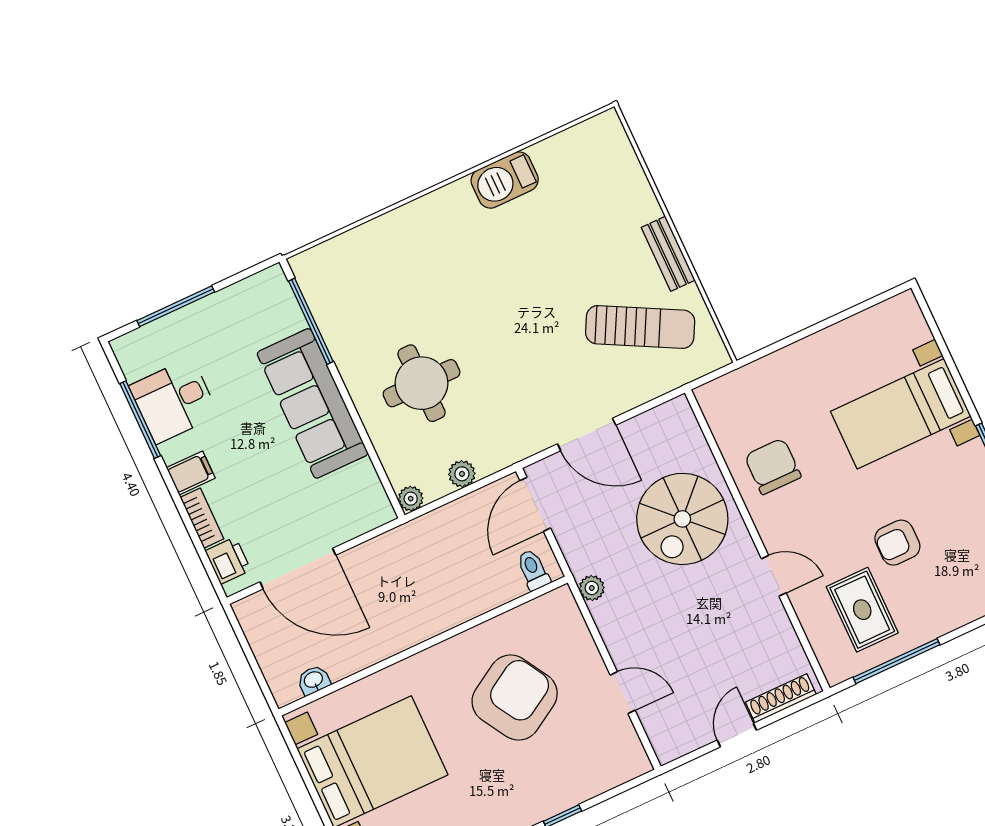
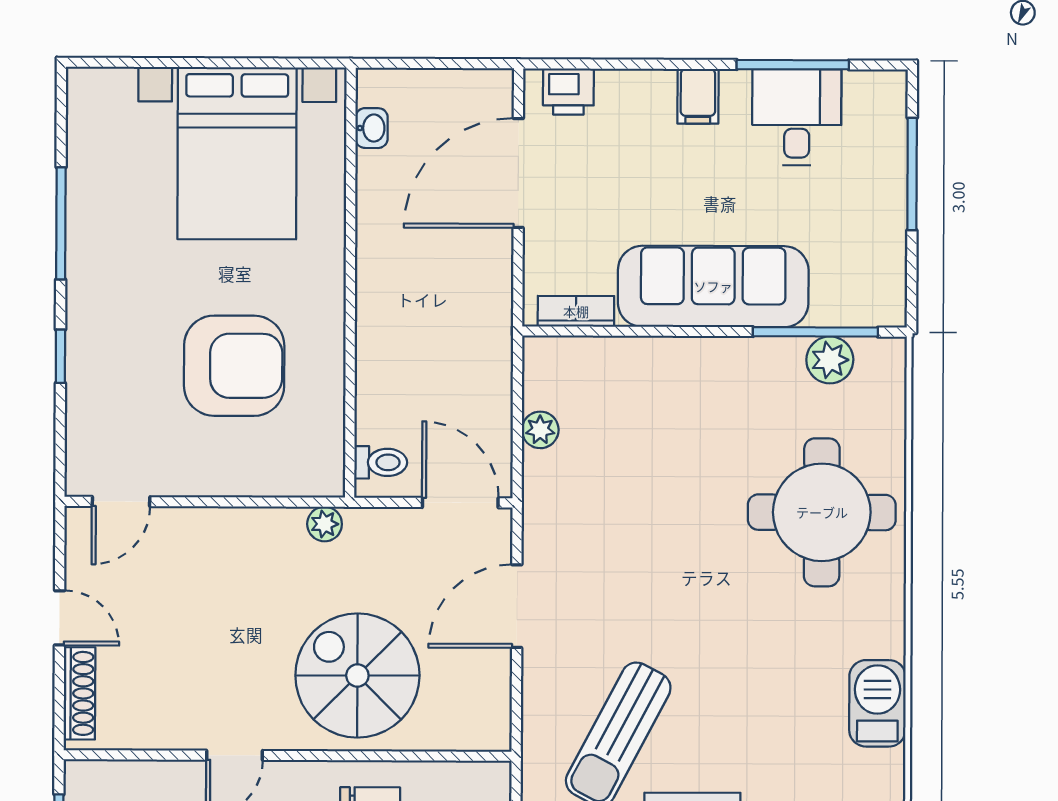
barbecue: (505, 180) -> (877, 703), moved
round table: (422, 383) -> (822, 512), moved, width x1.36, depth x1.36
plant: (411, 499) -> (830, 360), moved, width x1.38, depth x1.38
bookcase: (202, 518) -> (576, 311), moved, turned 180
door: (623, 693) -> (121, 501), moved
armchair: (515, 698) -> (234, 366), turned -59

